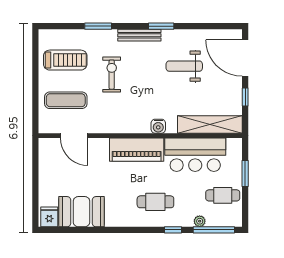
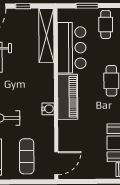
water cooler: (158, 126) -> (48, 109), moved
door: (74, 136) -> (56, 163), moved

